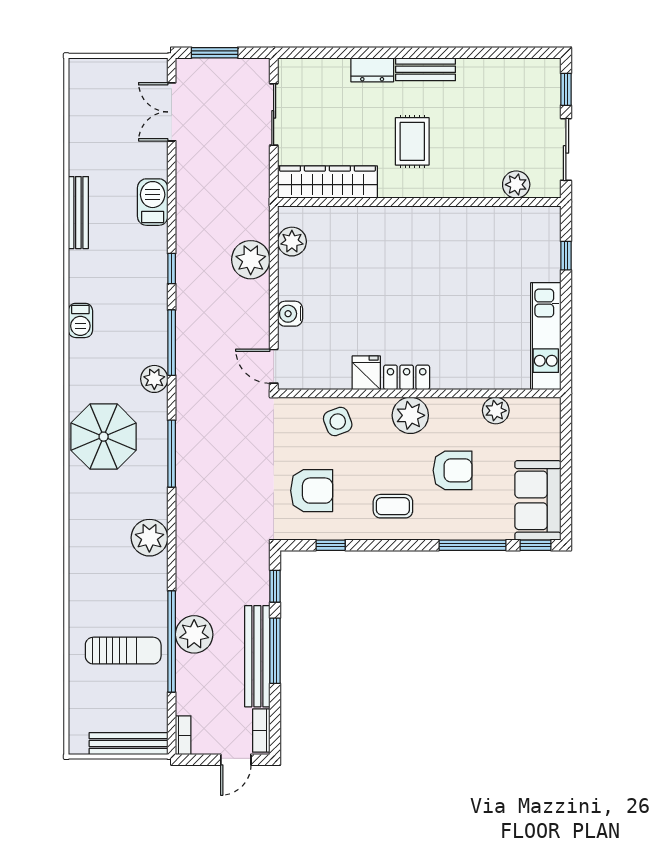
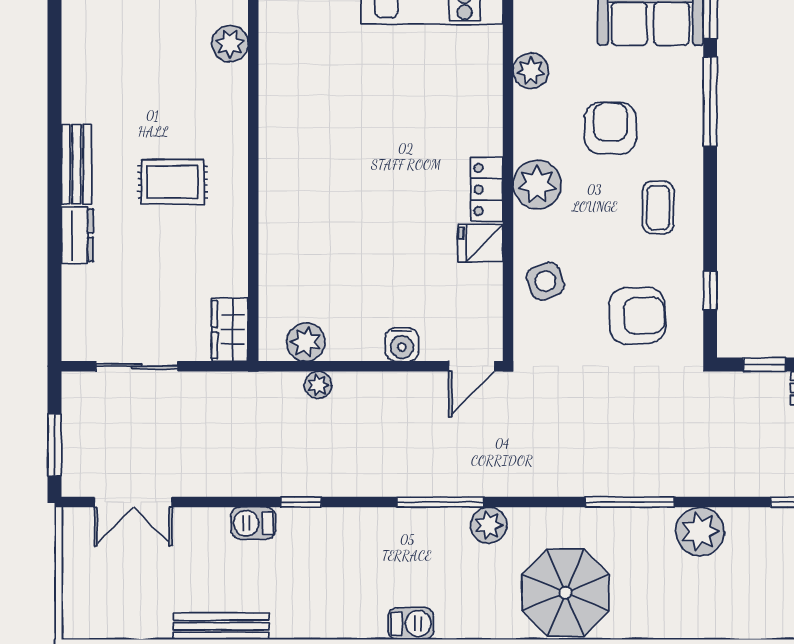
wardrobe: (327, 182) -> (230, 330), width x0.48, depth x0.85
barbecue: (153, 202) -> (253, 523), width x0.73, depth x0.79
bench: (78, 213) -> (221, 626), moved
plant: (251, 260) -> (318, 385), width x0.53, depth x0.53
window: (172, 269) -> (301, 502), moved
window: (172, 454) -> (630, 502), moved
armchair: (312, 491) -> (637, 316), turned 88

